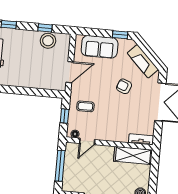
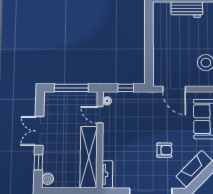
armchair: (124, 86) -> (164, 150), turned 69
coffee table: (85, 106) -> (138, 110), removed
shelving: (133, 156) -> (89, 157), width x1.47

